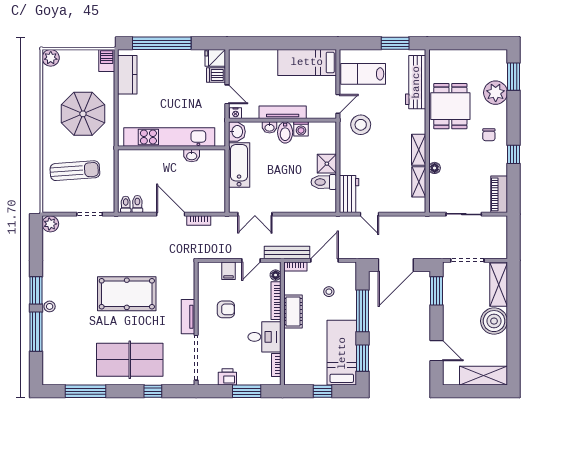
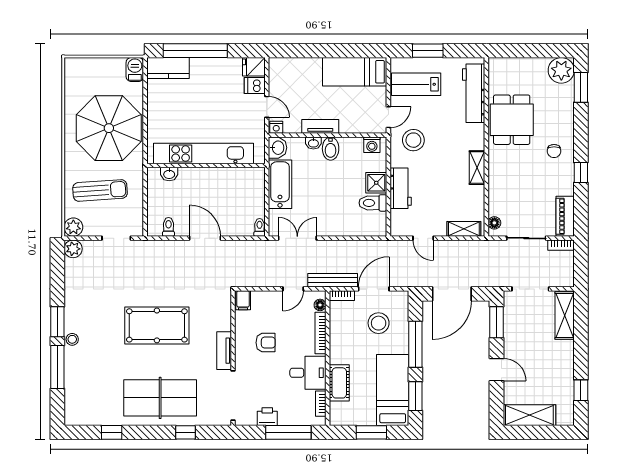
window: (395, 43) -> (428, 51), moved
plant: (51, 58) -> (73, 227), moved
kitchen counter: (127, 75) -> (168, 68), moved, turned 90
plant: (496, 93) -> (561, 70), moved
tv unit: (283, 112) -> (320, 126), width x0.71
parasol: (83, 114) -> (109, 128), width x1.36, depth x1.36
washing machine: (301, 129) -> (372, 145), moved
washbasin: (192, 156) -> (169, 174), moved
floor lamp: (435, 168) -> (494, 223), moved
shelving: (419, 182) -> (464, 229), moved, turned 90
workbench: (349, 194) -> (401, 188), moved
toilet: (126, 204) -> (260, 227), moved
double door: (255, 214) -> (297, 238), swing flipped
bookcase: (199, 220) -> (561, 245), moved
filing cabinet: (228, 271) -> (243, 300), moved
stool: (329, 292) -> (379, 323), width x1.89, depth x1.89
cot: (293, 311) -> (339, 383), moved
boiler: (494, 321) -> (560, 355), removed
door: (436, 351) -> (497, 370), moved
window: (513, 353) -> (581, 390), added
shelving: (484, 376) -> (529, 415), moved
window: (86, 391) -> (112, 432), width x0.46
window: (247, 391) -> (288, 432), width x1.44
window: (322, 391) -> (371, 432), width x1.50

